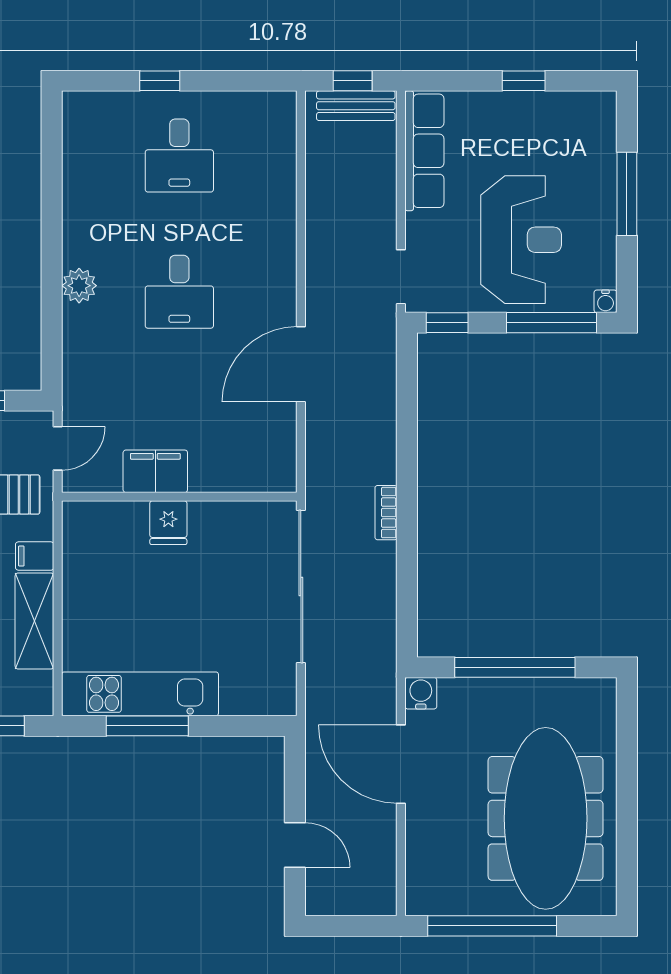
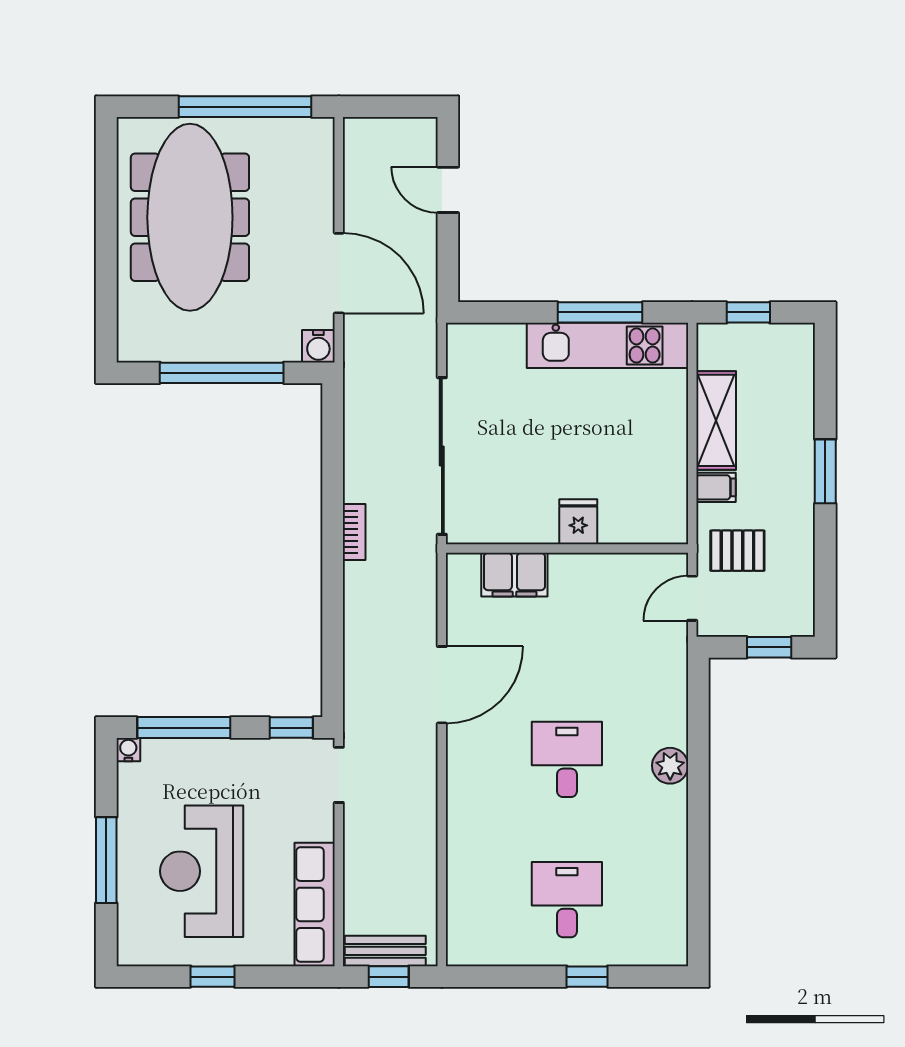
reception desk: (521, 240) -> (202, 871), moved
filing cabinet: (155, 471) -> (514, 575), moved

